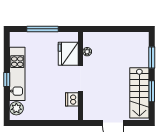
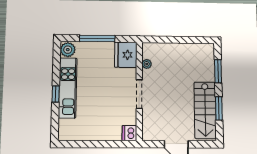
fridge: (68, 54) -> (126, 55), moved
dishwasher: (72, 99) -> (129, 133), moved
plant: (16, 108) -> (68, 50), moved

